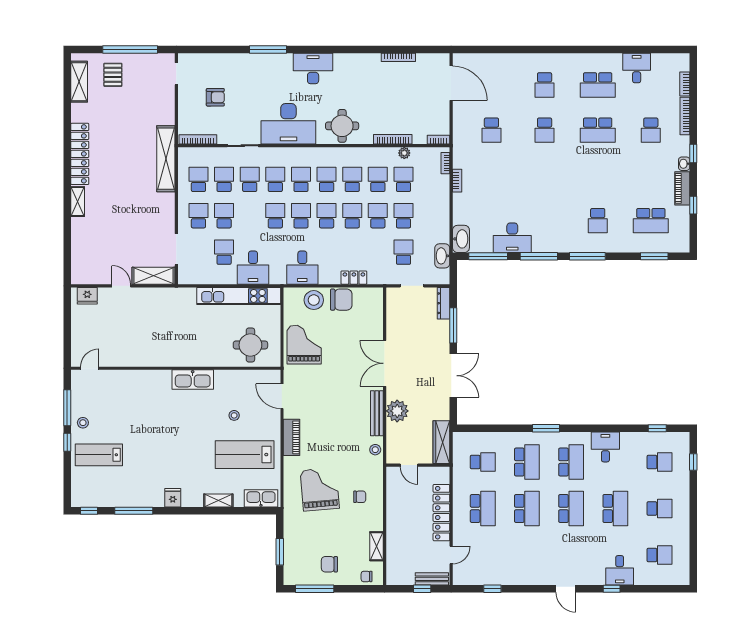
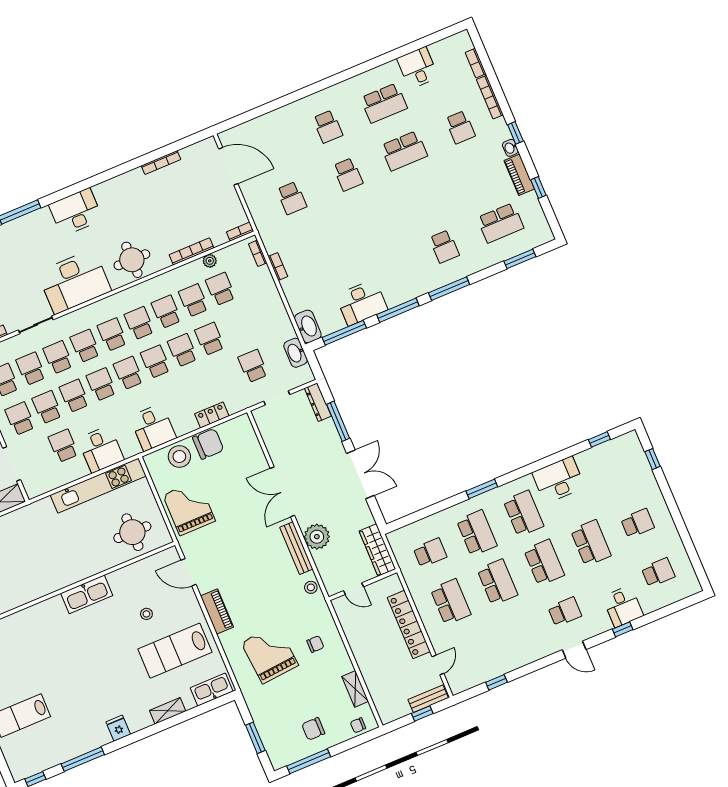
school desk: (403, 216) -> (74, 396), moved
desk: (605, 447) -> (558, 480), width x1.37
school desk: (659, 462) -> (565, 612), moved

